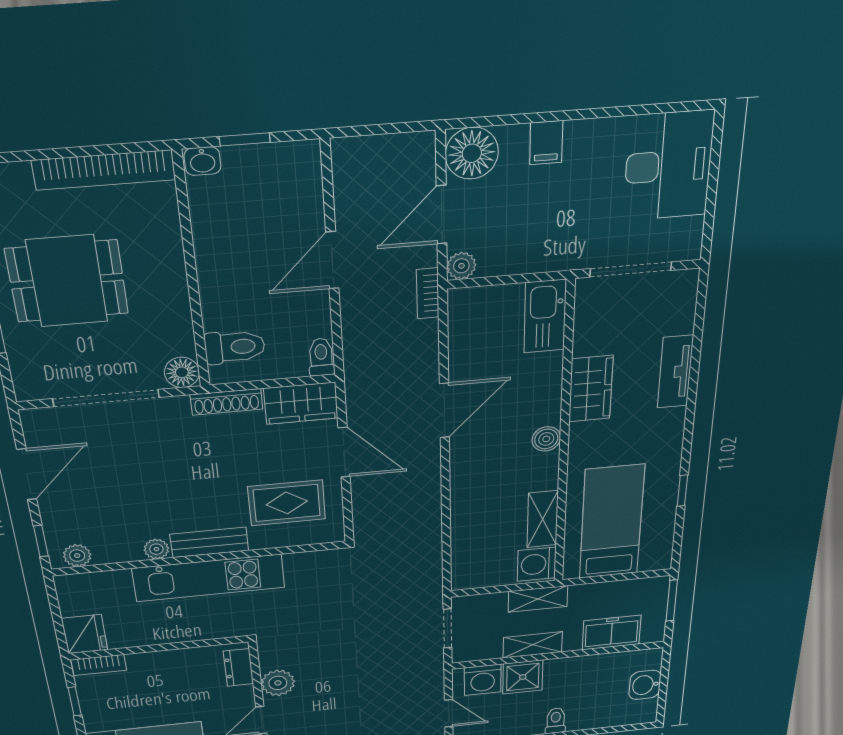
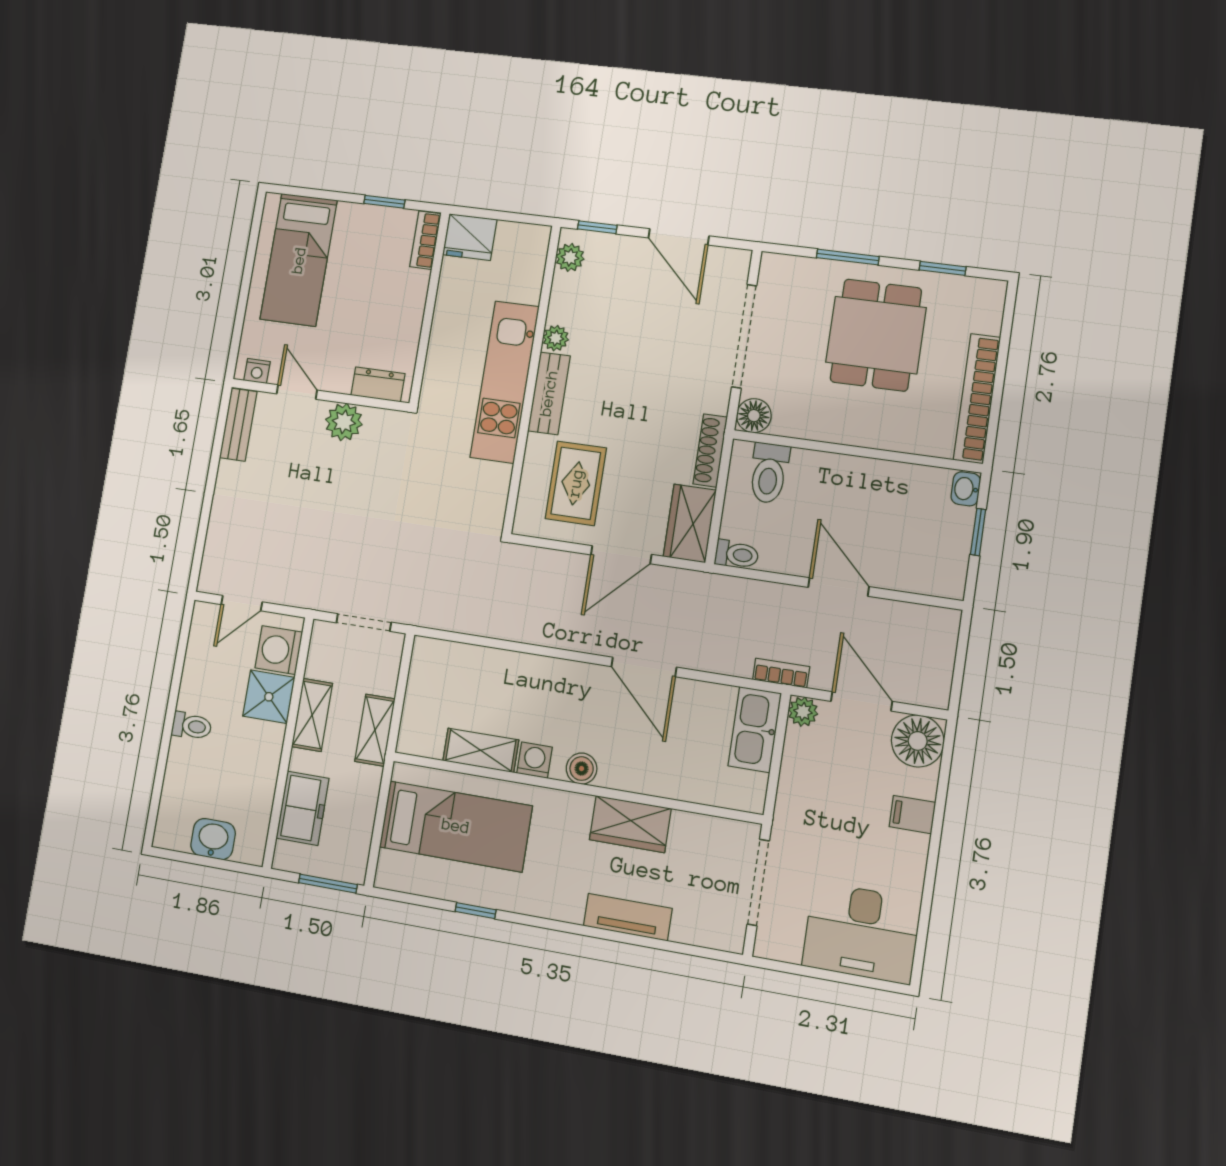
kitchen sink: (545, 316) -> (755, 729), moved, turned -90
washing machine: (537, 564) -> (534, 760), moved, width x0.73, depth x0.73

